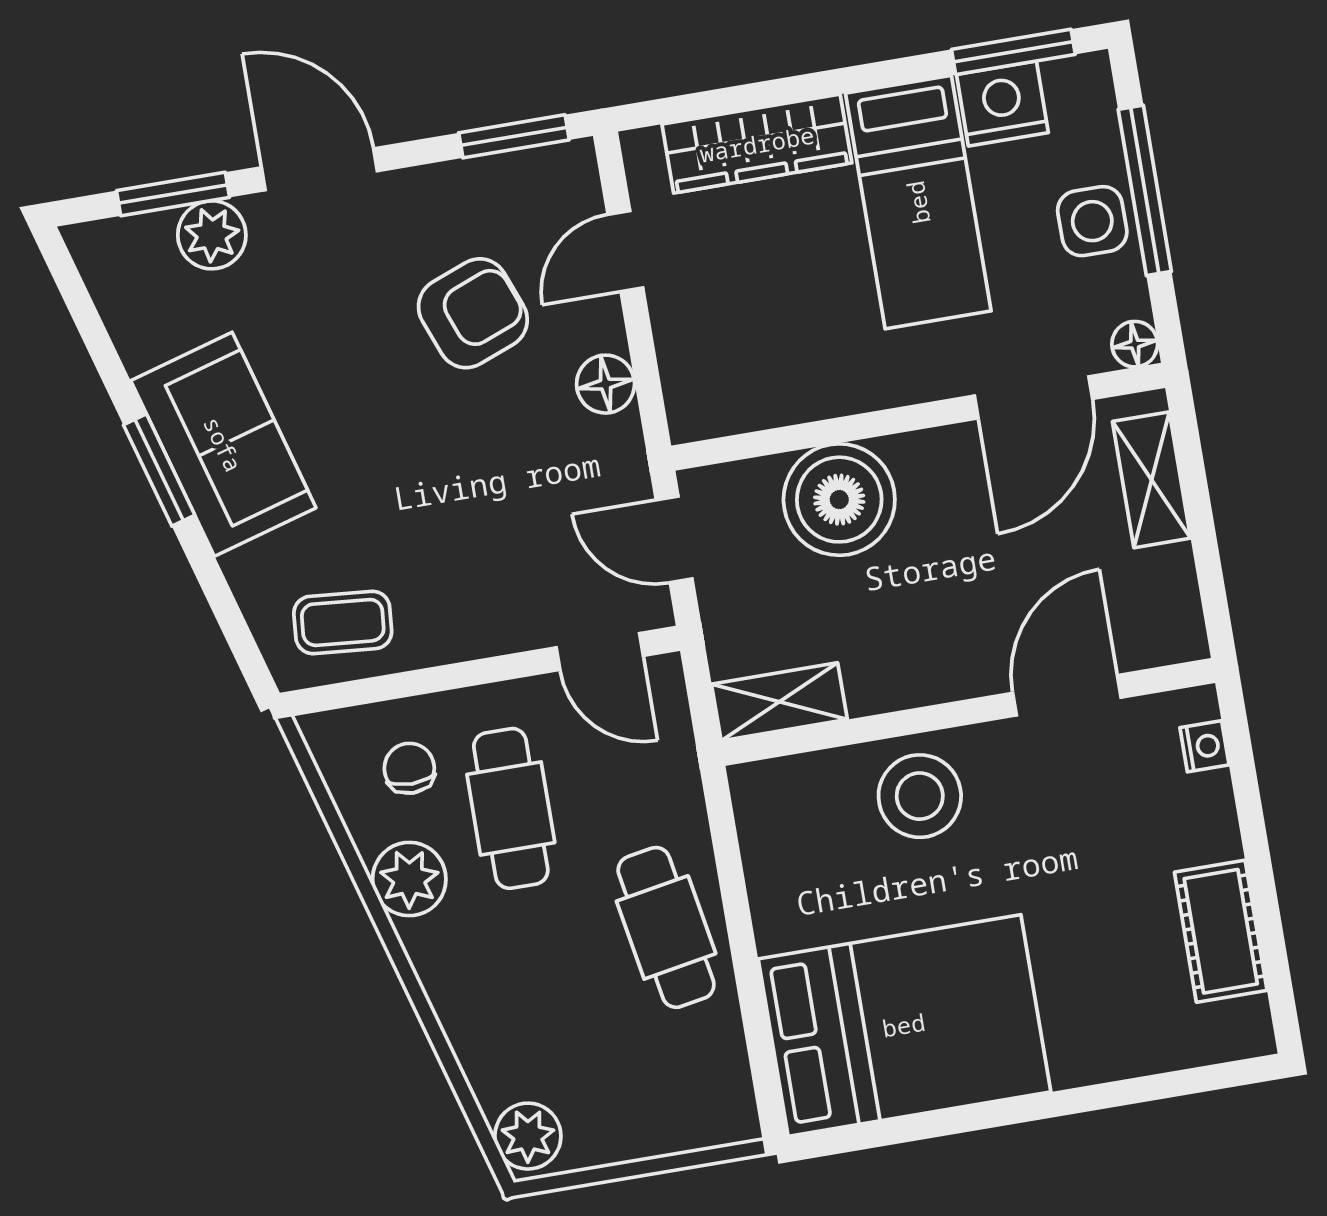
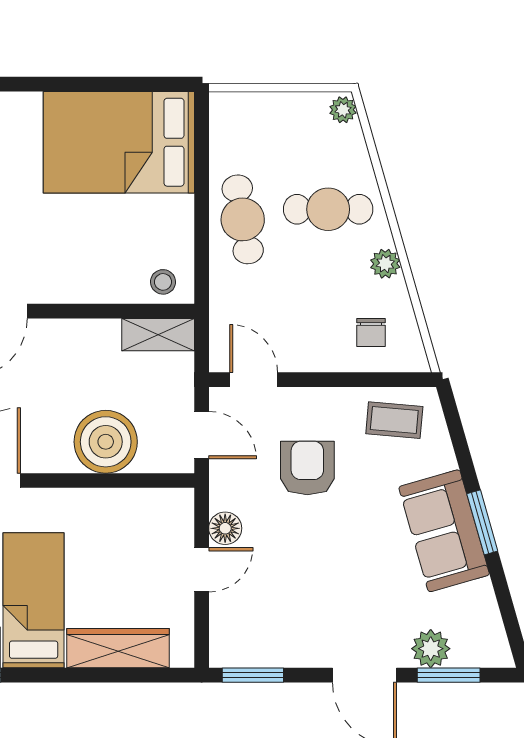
door: (625, 251) -> (202, 570), moved
armchair: (473, 313) -> (307, 468), moved, turned 111
stool: (920, 796) -> (163, 282), moved, width x0.53, depth x0.53
cafe table: (511, 808) -> (328, 209), moved, turned 90
plant: (409, 879) -> (385, 264), width x0.73, depth x0.73
plant: (528, 1136) -> (343, 110), width x0.73, depth x0.73

